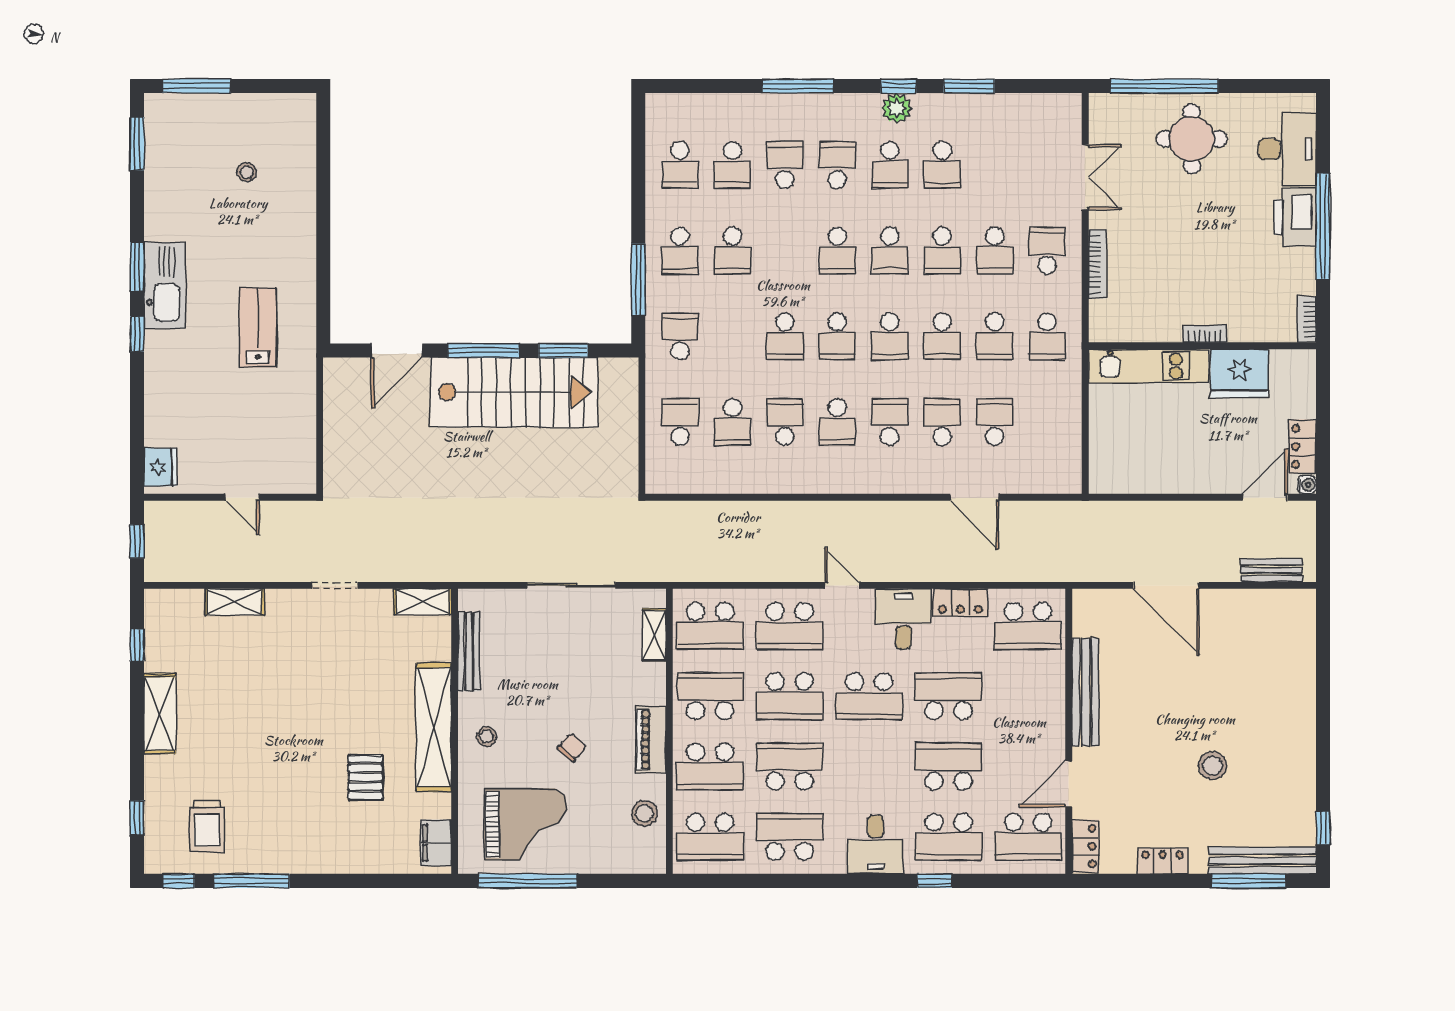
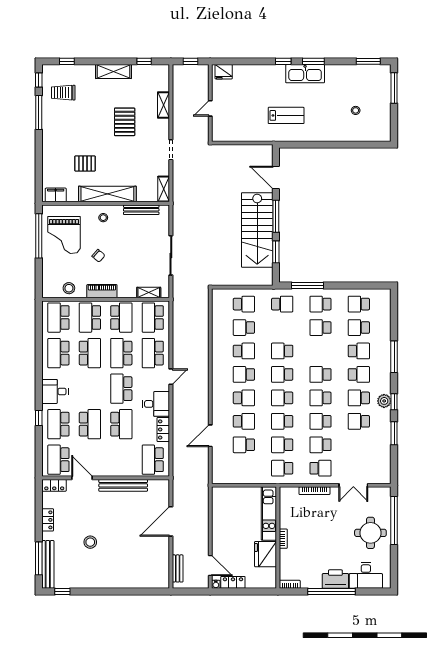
school desk: (995, 422) -> (244, 445), turned 180
pallet: (272, 689) -> (125, 122), added
school desk: (790, 837) -> (58, 353), turned 180

